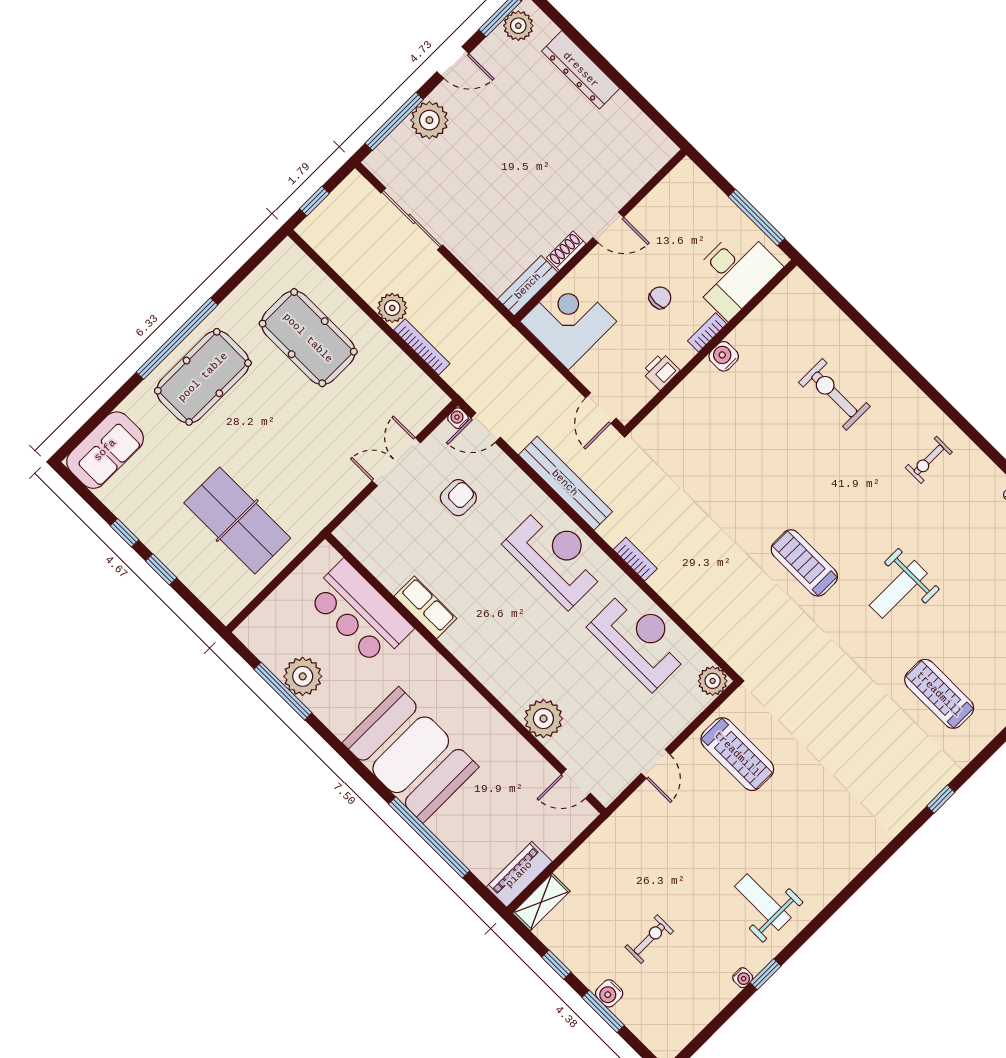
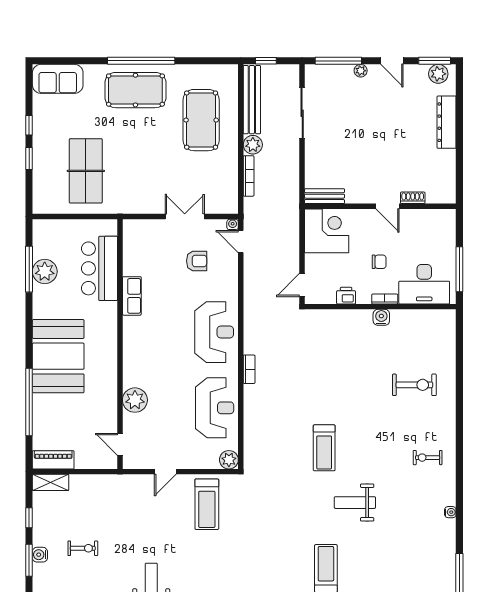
plant: (429, 120) -> (361, 71), width x0.53, depth x0.53
shoe rack: (566, 251) -> (413, 198), moved
exercise bike: (834, 394) -> (414, 385), turned 90
bench: (565, 483) -> (252, 100), moved
treadmill: (804, 563) -> (324, 448), turned 180

